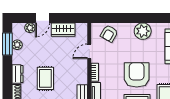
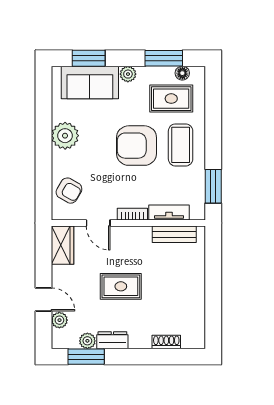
wardrobe: (63, 30) -> (62, 245), moved
dresser: (18, 74) -> (112, 340), moved
rug: (45, 78) -> (121, 286), moved

